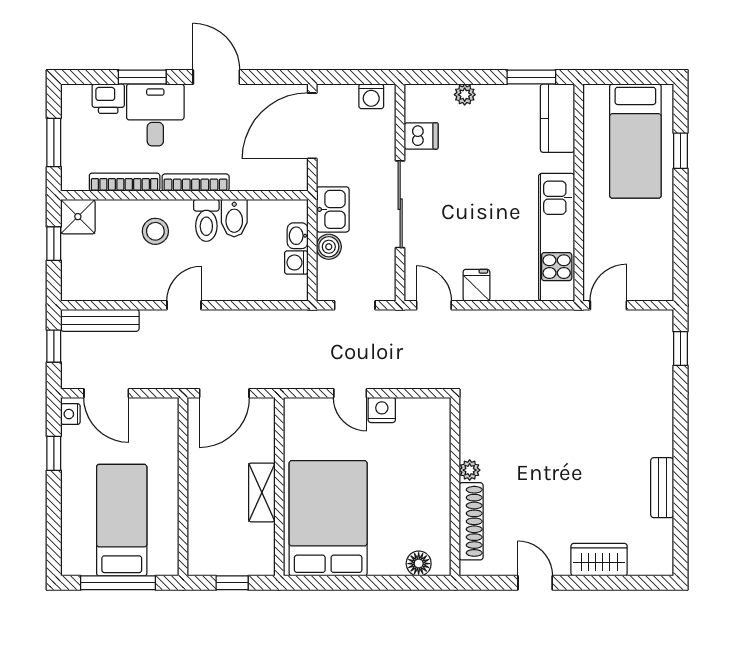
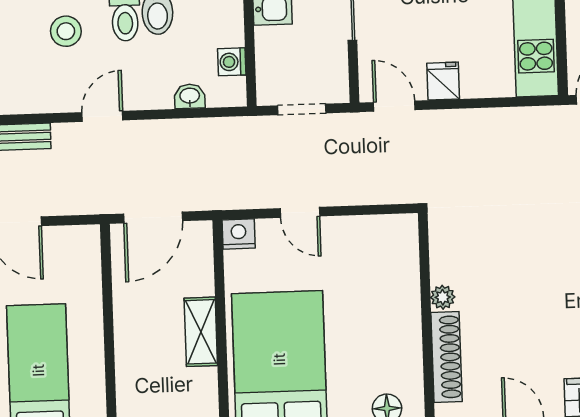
washbasin: (298, 236) -> (190, 96), moved, turned 90
boiler: (329, 247) -> (269, 42), removed
nightstand: (382, 410) -> (239, 234), moved

